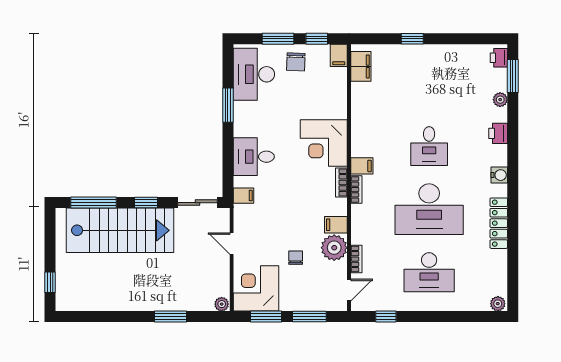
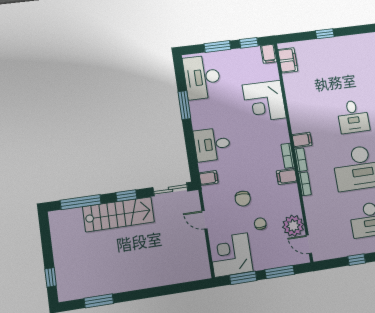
chair: (296, 62) -> (243, 199), moved
corner desk: (324, 143) -> (264, 101), moved
filing cabinet: (336, 225) -> (287, 176), moved
stairs: (120, 230) -> (119, 214), width x0.73, depth x0.66
plant: (334, 248) -> (293, 226), moved
bookcase: (356, 259) -> (305, 184), moved
door: (349, 290) -> (309, 244), swing flipped
plant: (222, 304) -> (204, 273), removed
window: (170, 316) -> (99, 301), moved
window: (386, 316) -> (357, 260), moved

